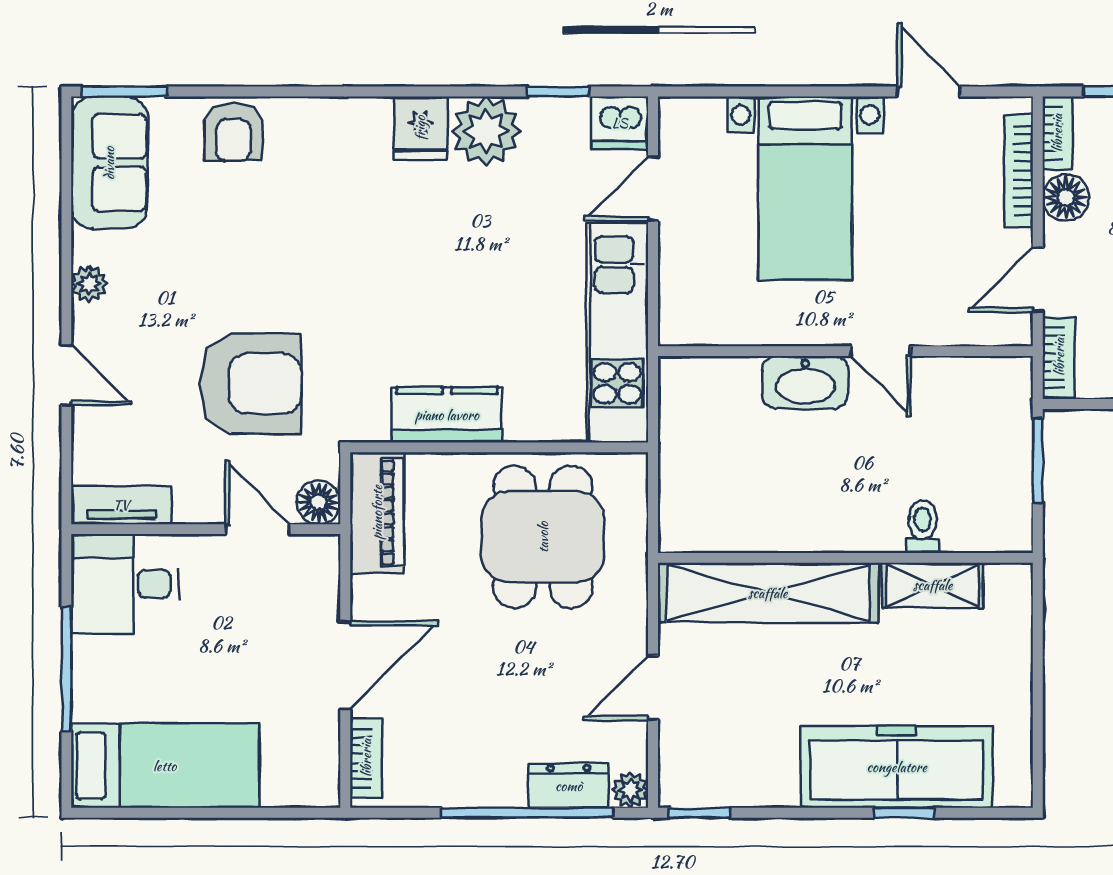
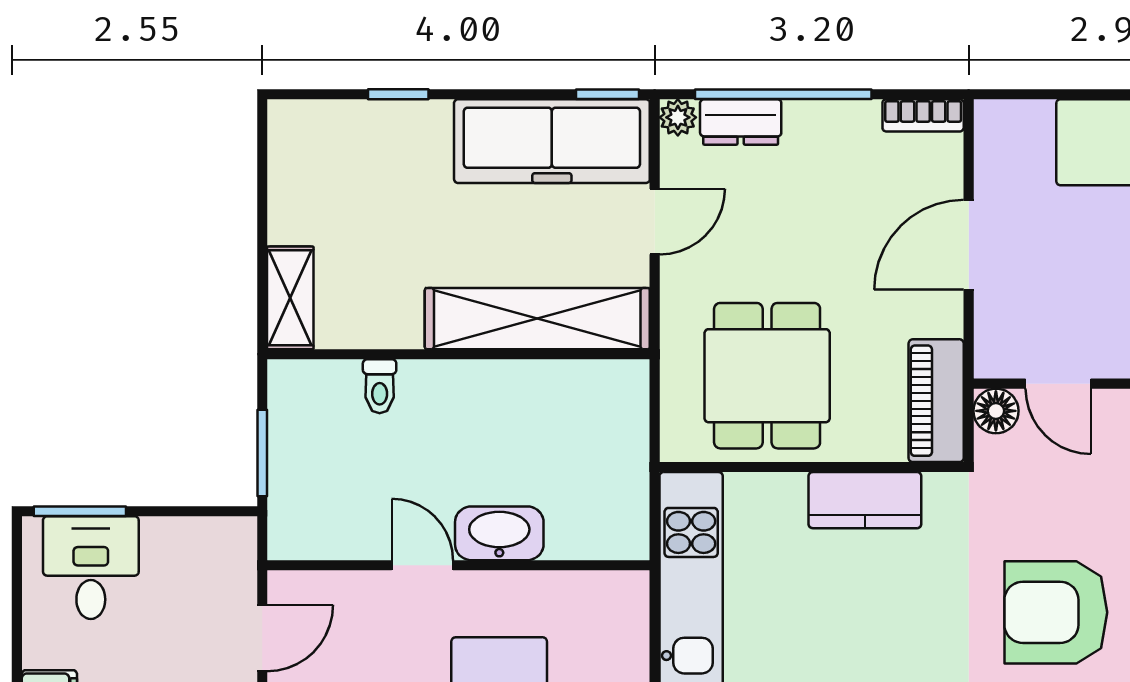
bookcase: (1059, 357) -> (241, 559), removed
armchair: (251, 384) -> (1056, 612), moved
shelving: (933, 585) -> (290, 298), moved, turned 90
bookcase: (366, 758) -> (923, 115), moved, turned -90
freezer: (897, 767) -> (552, 141), moved

